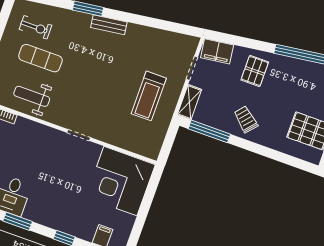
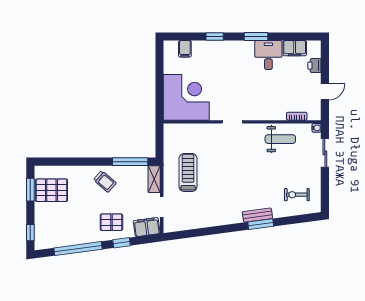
bench: (109, 25) -> (257, 215), moved
window: (252, 44) -> (121, 243), added
exercise mat: (40, 58) -> (284, 172), removed
pallet: (255, 71) -> (111, 222), turned 90

